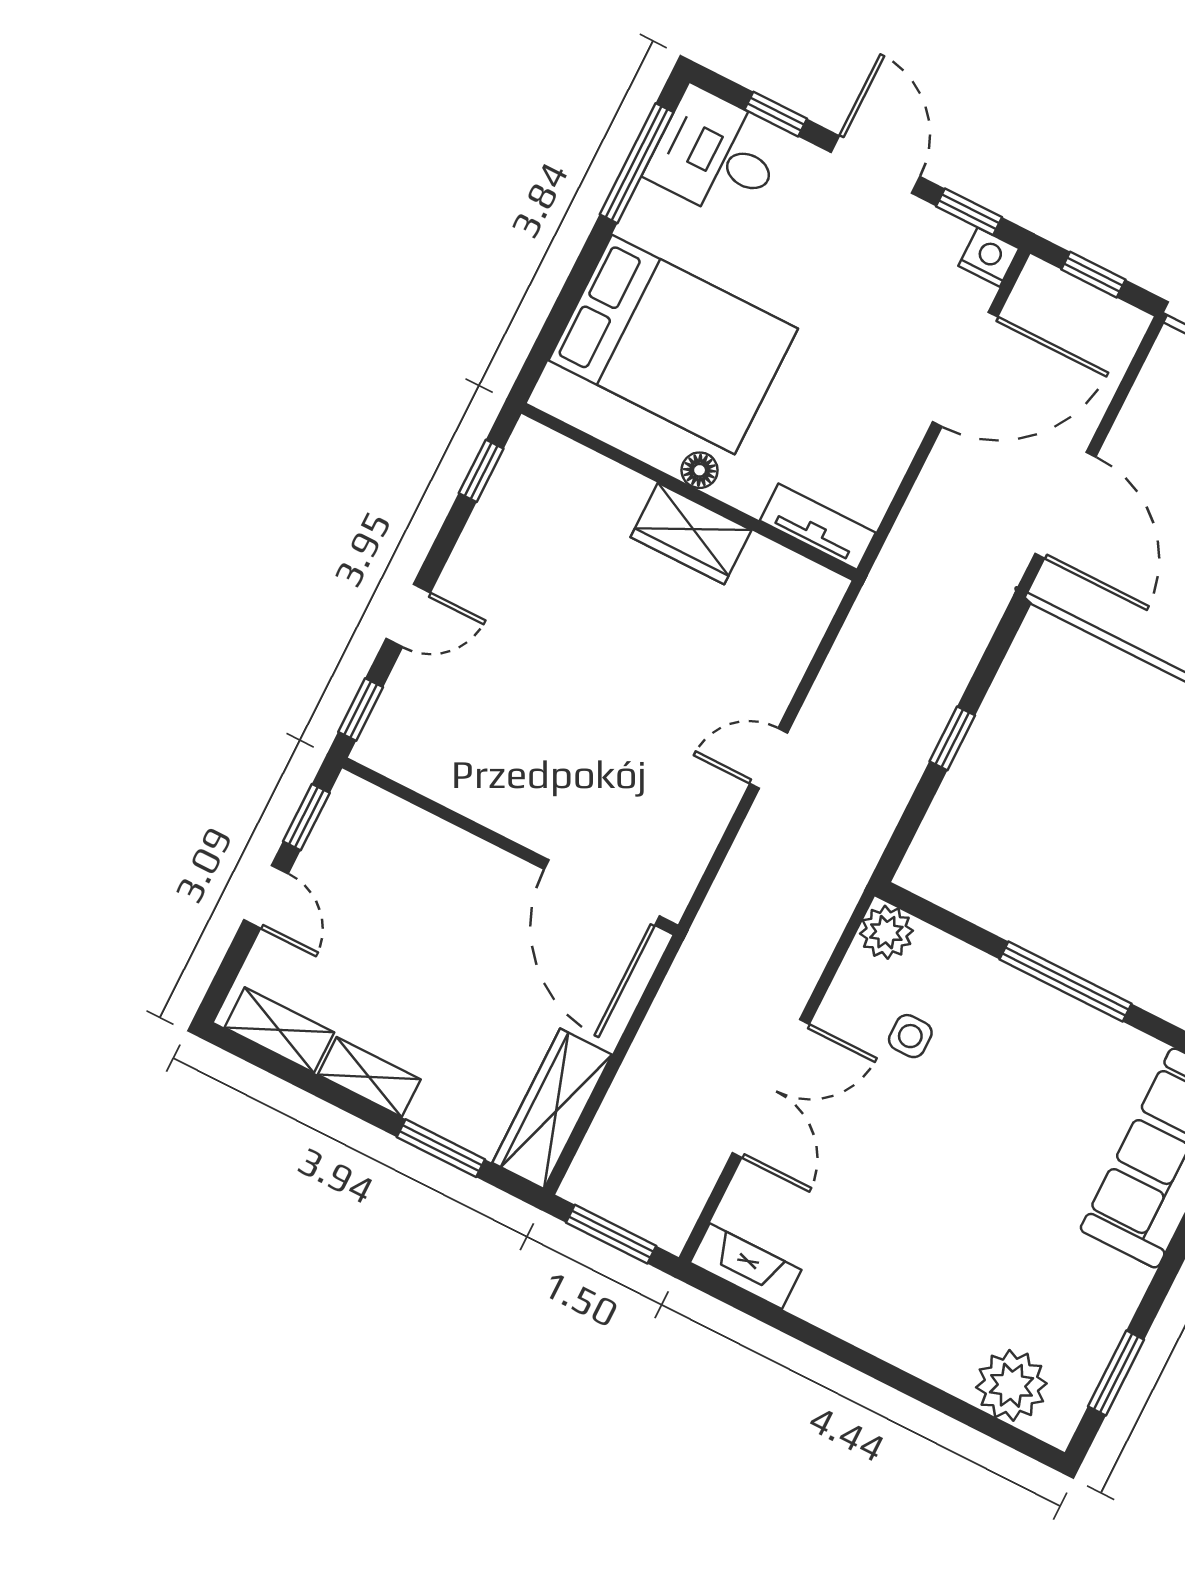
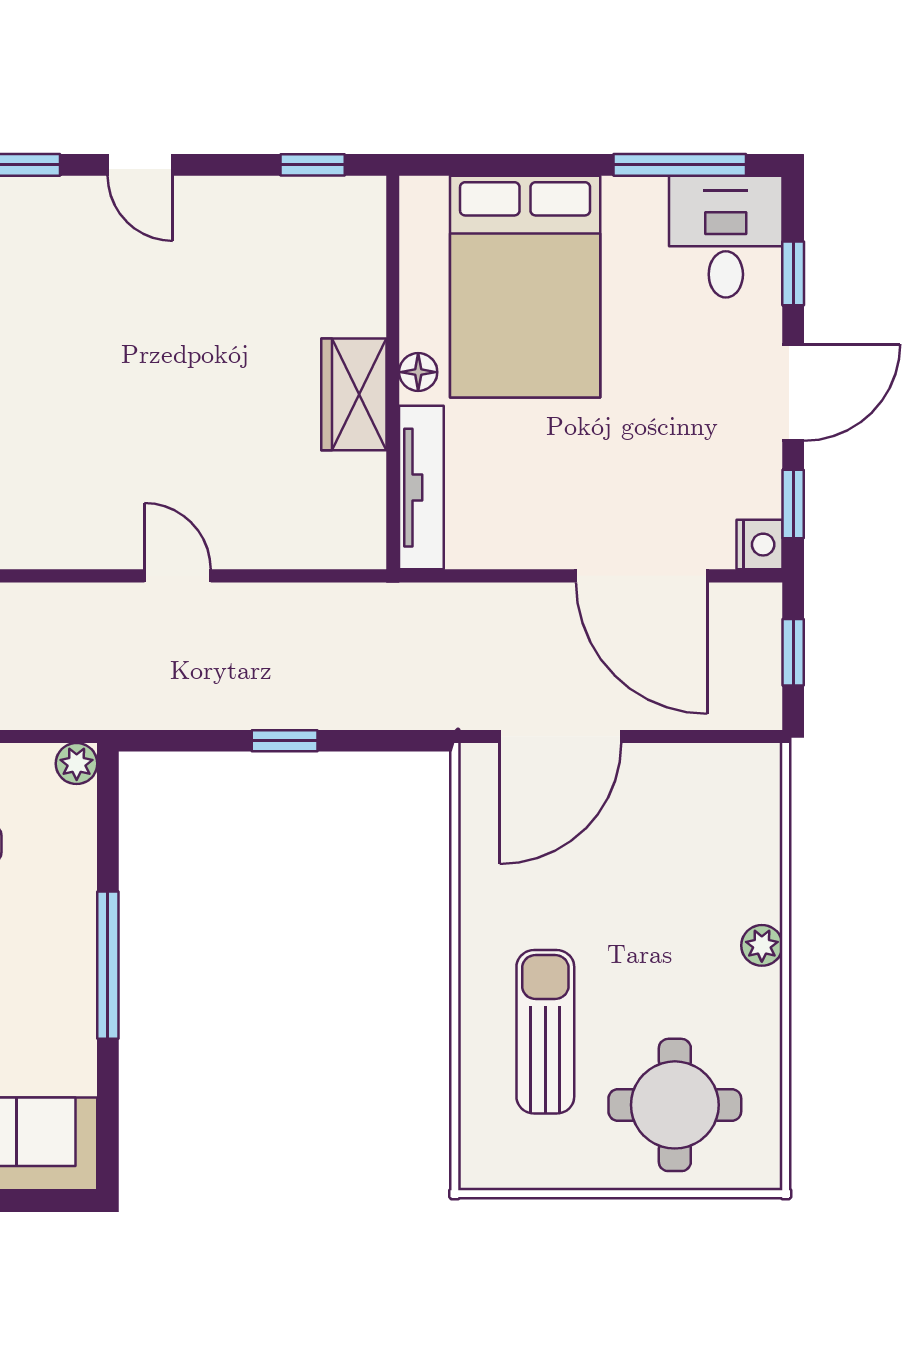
tv unit: (818, 527) -> (421, 488), width x1.41
plant: (886, 932) -> (77, 764), width x0.73, depth x0.73

